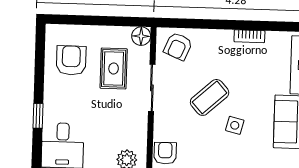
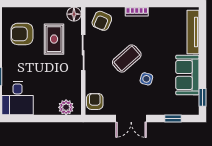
bookcase: (249, 36) -> (137, 12), moved
armchair: (71, 60) -> (22, 34), turned -90

